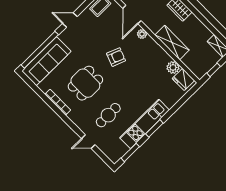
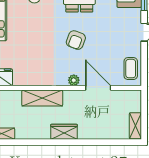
plant: (173, 67) -> (21, 78), removed

